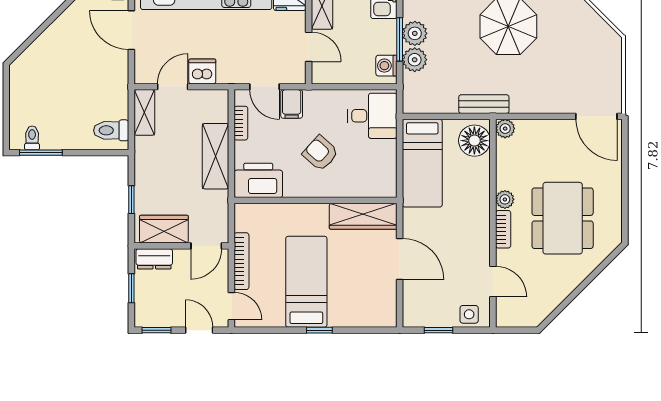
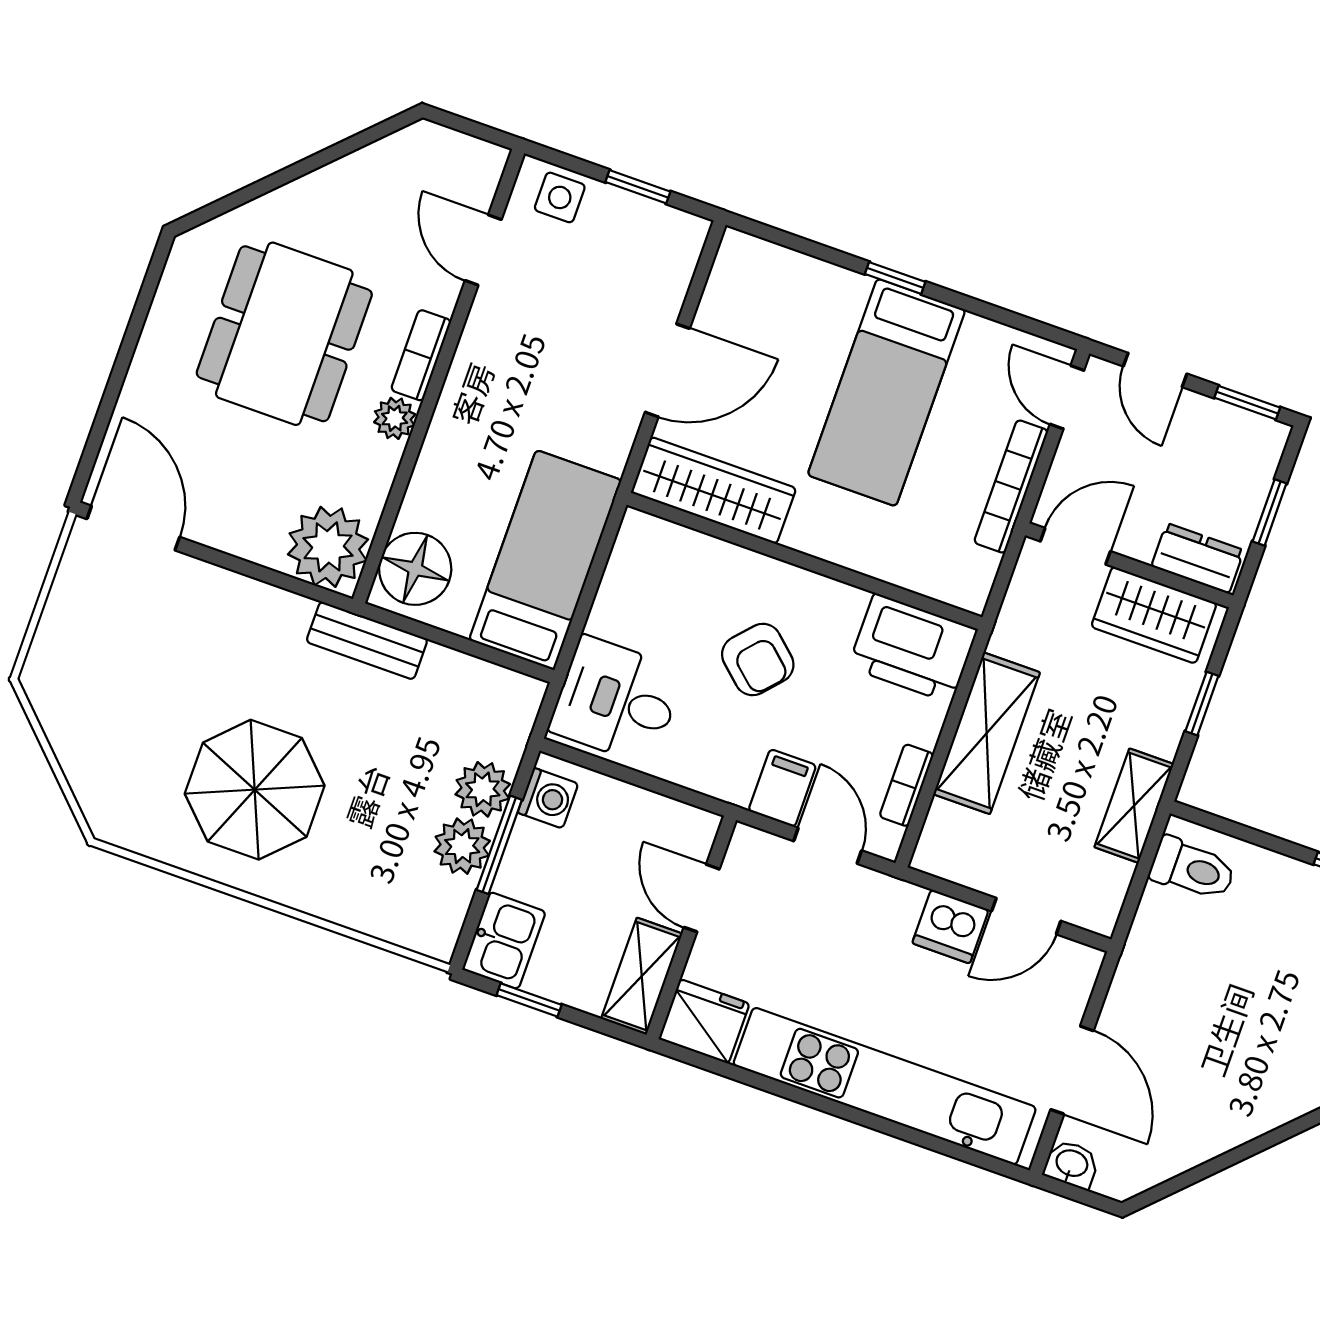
shelving: (144, 112) -> (1134, 806), moved
plant: (505, 129) -> (328, 547), width x1.88, depth x1.88
door: (400, 259) -> (667, 370), swing flipped

